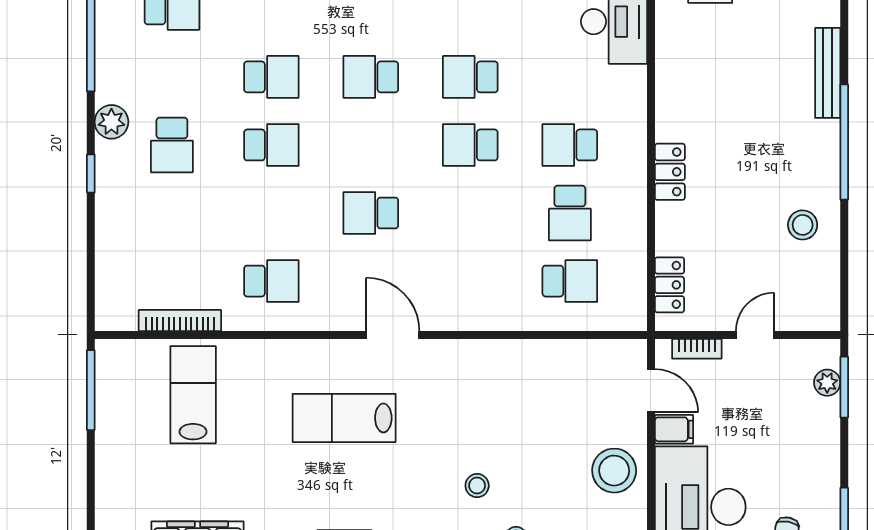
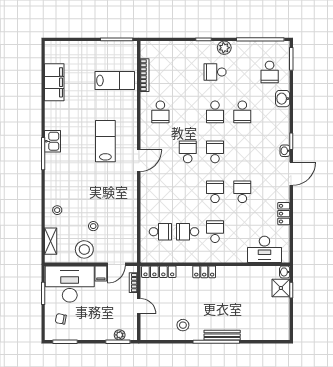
bench: (828, 73) -> (222, 335), moved
school desk: (371, 77) -> (215, 152), moved
school desk: (570, 281) -> (160, 232), turned -90
locker: (670, 285) -> (159, 272), width x1.53
stool: (477, 486) -> (93, 226), moved

